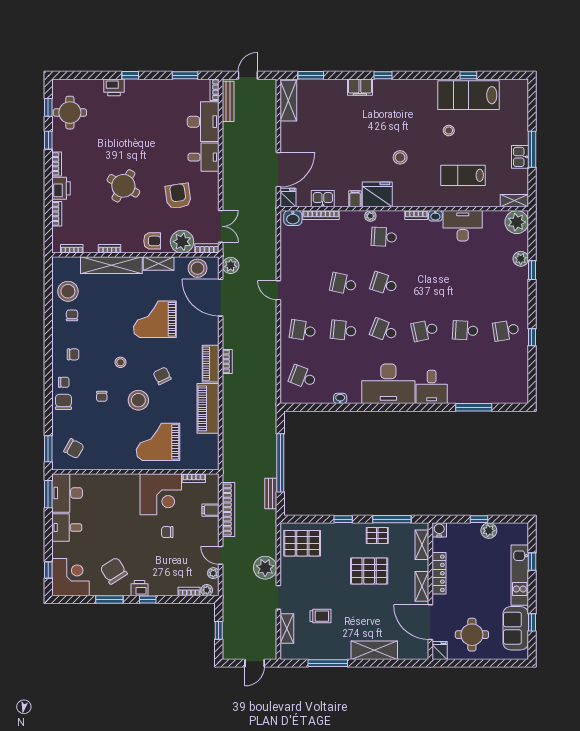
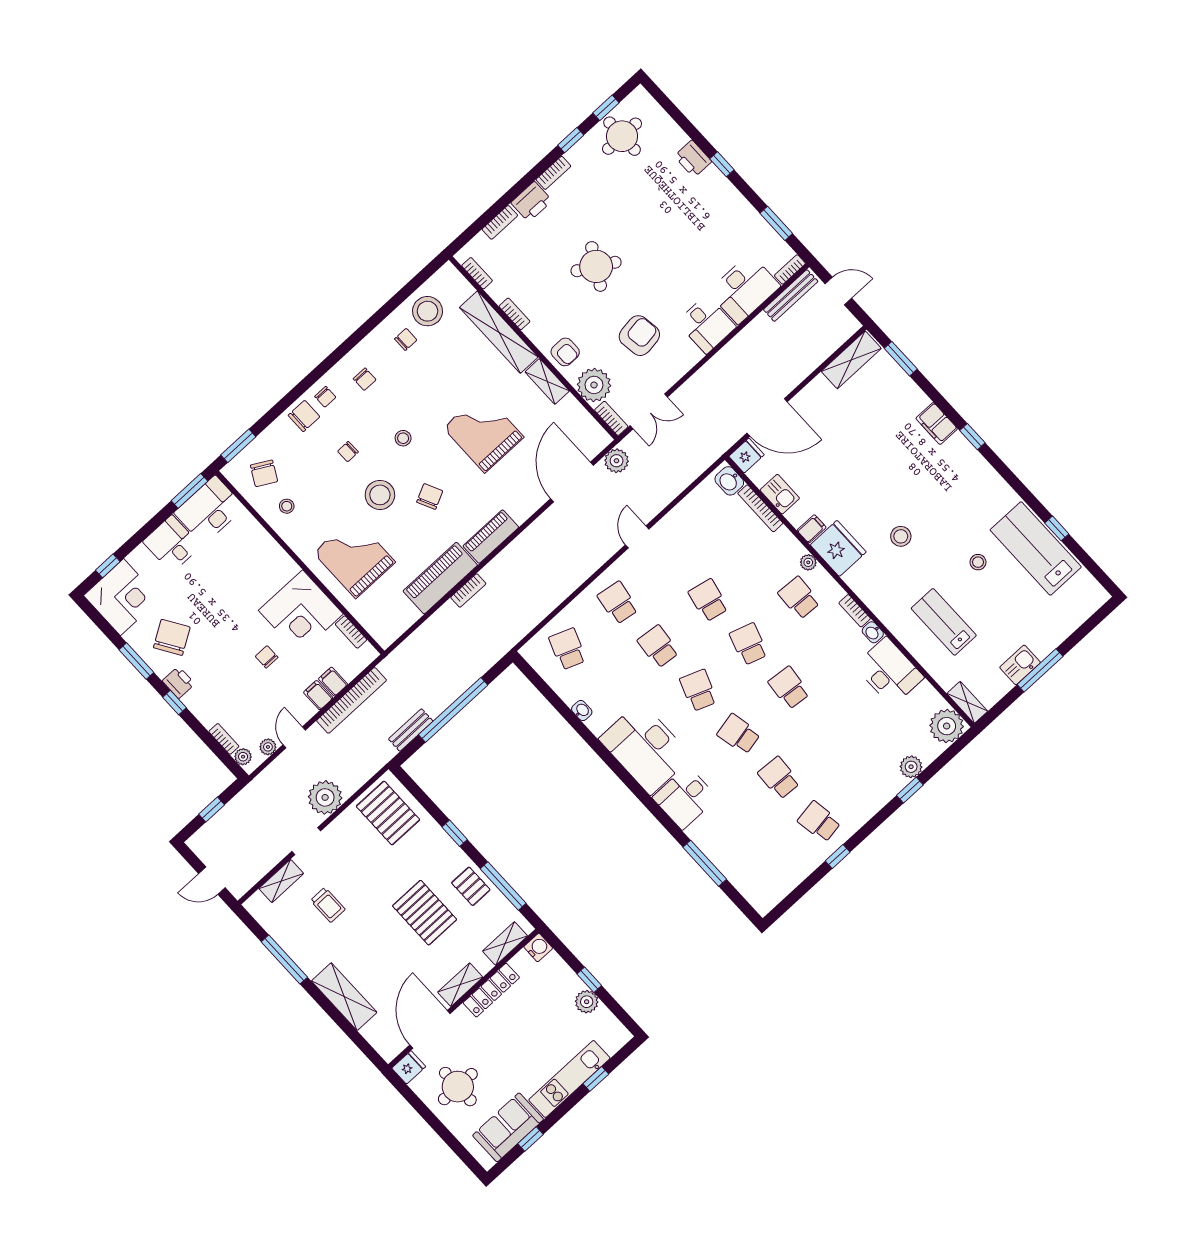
stool: (198, 268) -> (287, 506), moved, width x0.53, depth x0.53
school desk: (425, 284) -> (789, 688), added
bookcase: (227, 361) -> (468, 590), moved
filing cabinet: (210, 524) -> (318, 695), added

